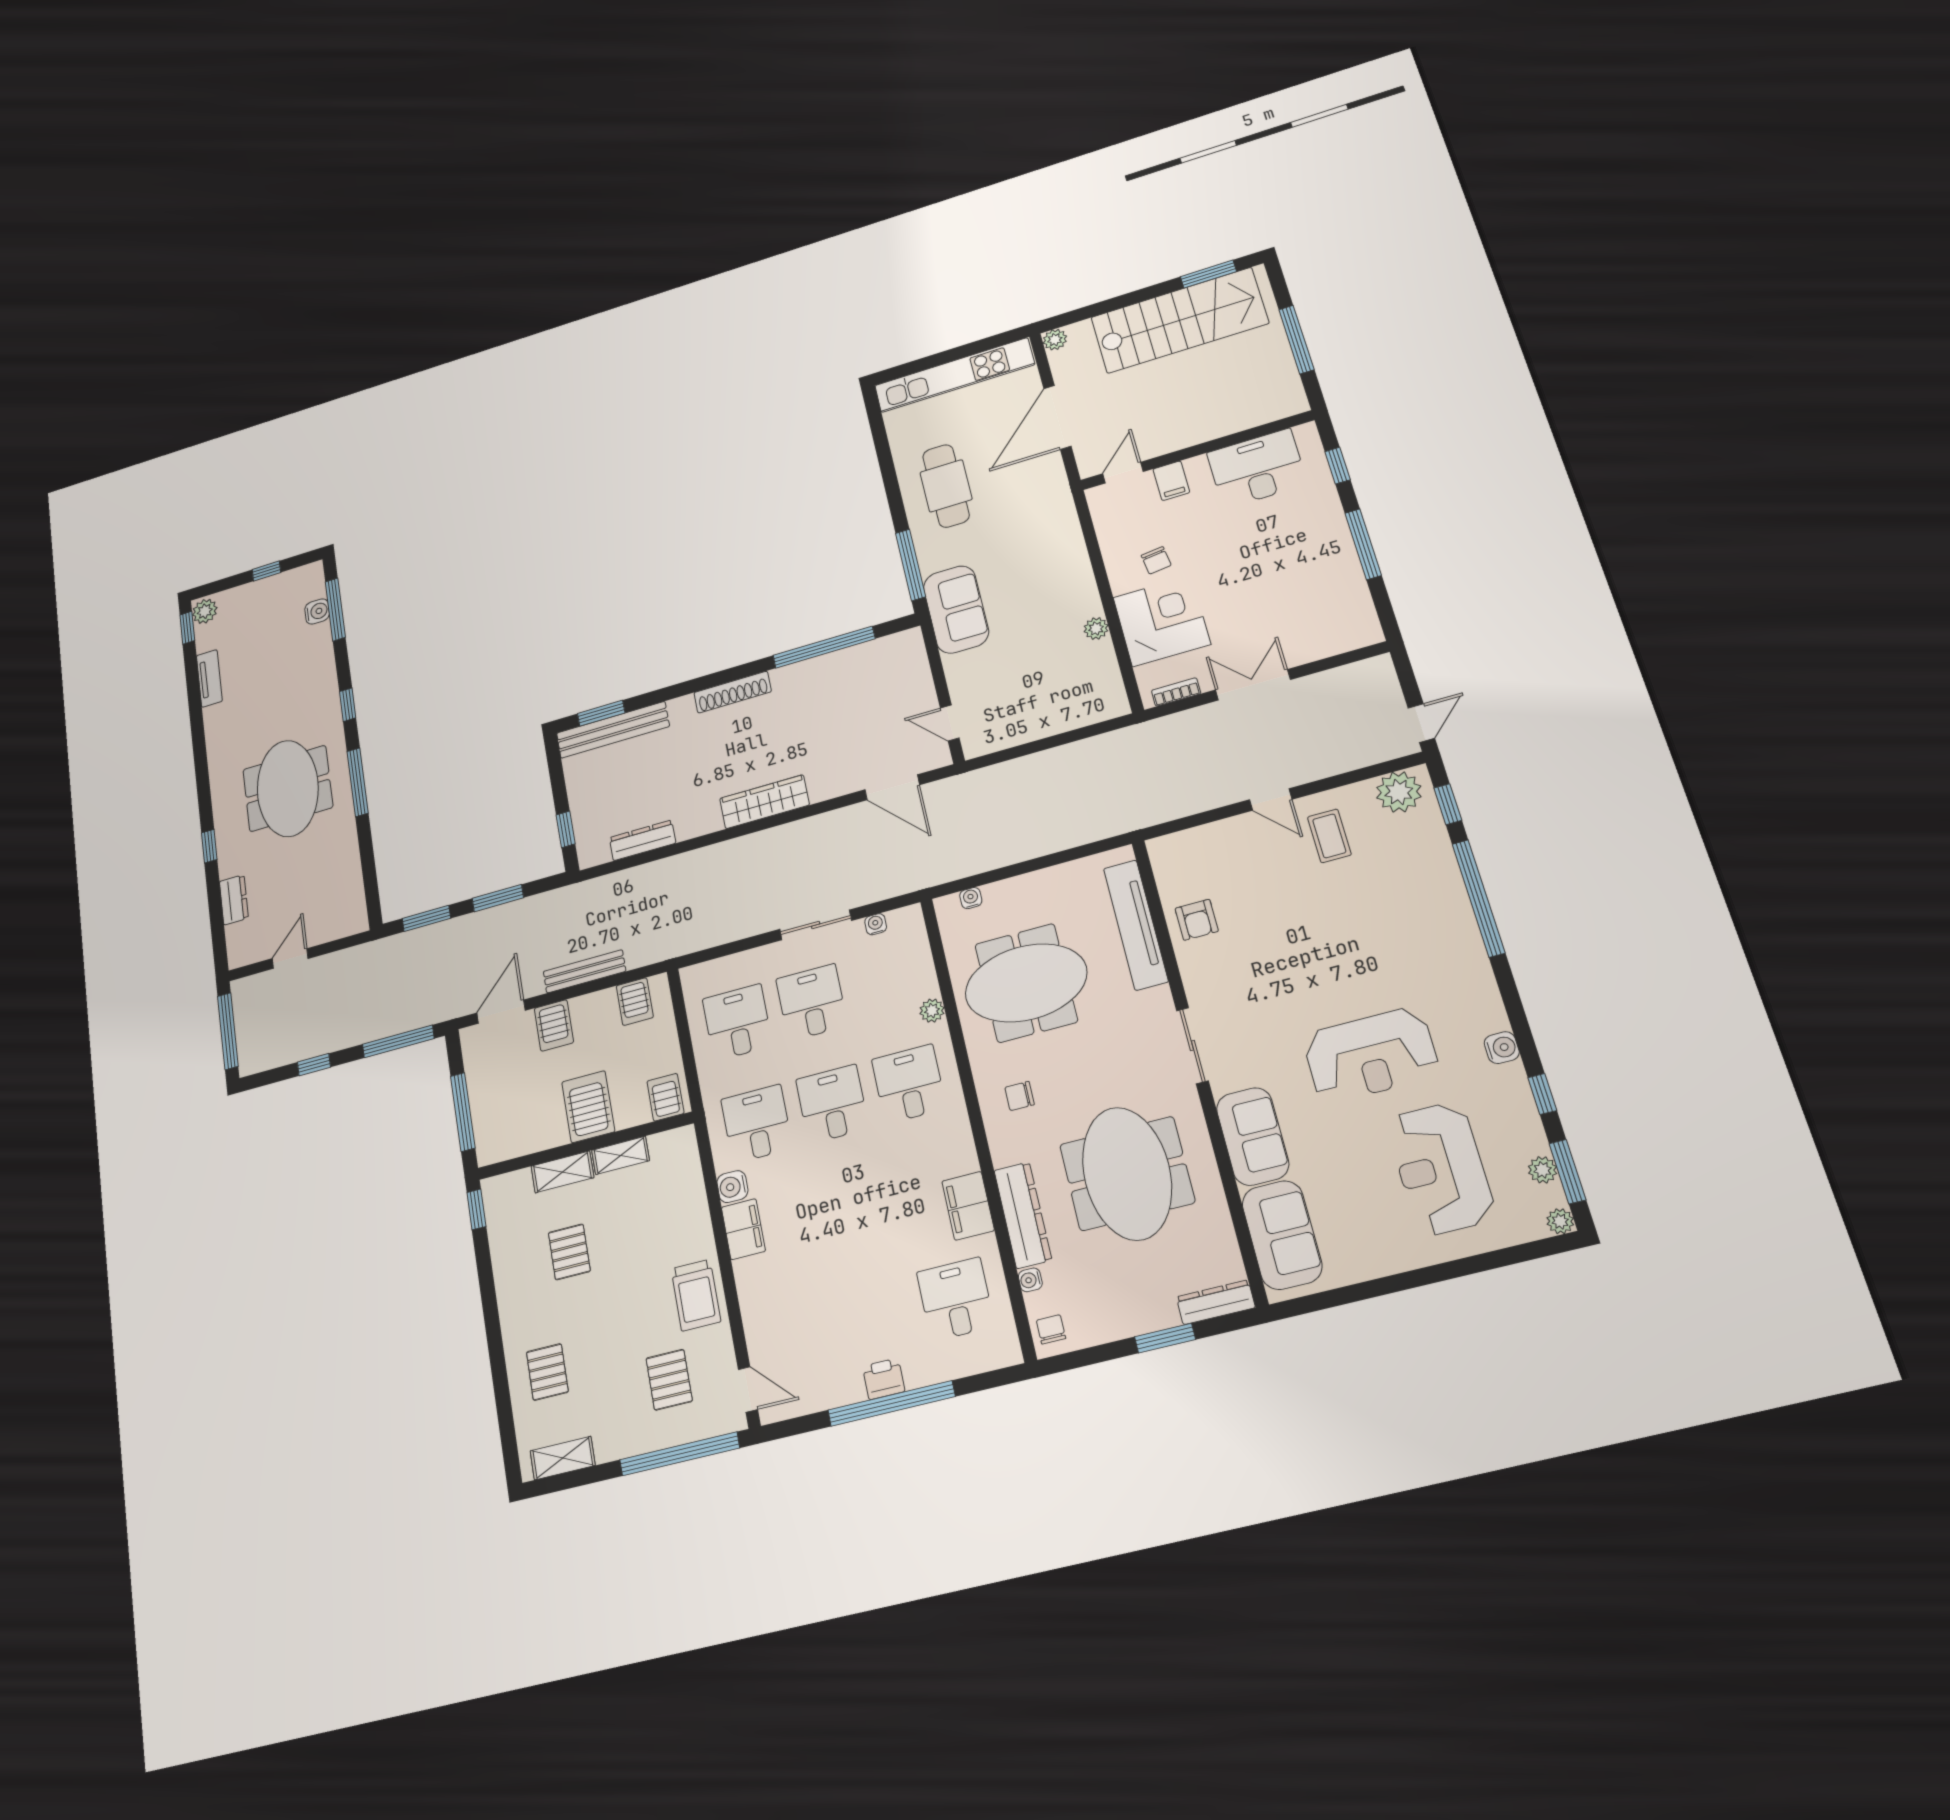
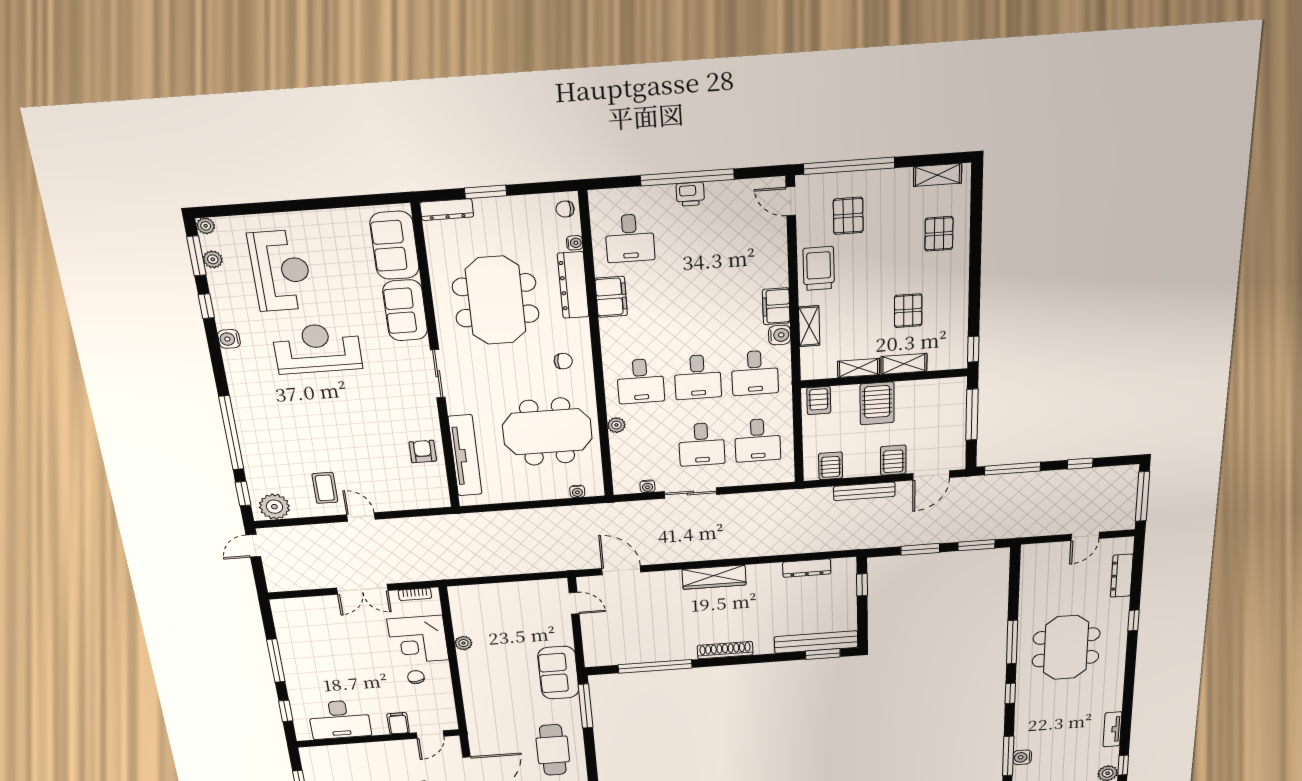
dresser: (234, 900) -> (1122, 576), width x1.44
shelving: (695, 1207) -> (809, 326), added
chair: (1051, 1329) -> (565, 209), turned 90

